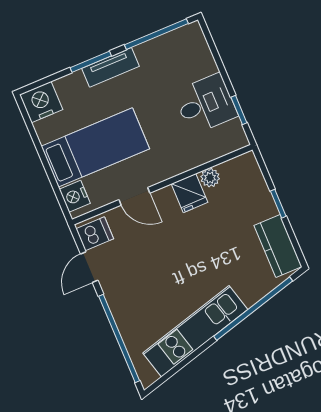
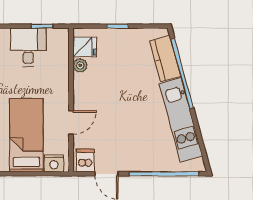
fridge: (190, 193) -> (85, 47), moved
kitchen counter: (278, 246) -> (165, 58), moved, turned 75

